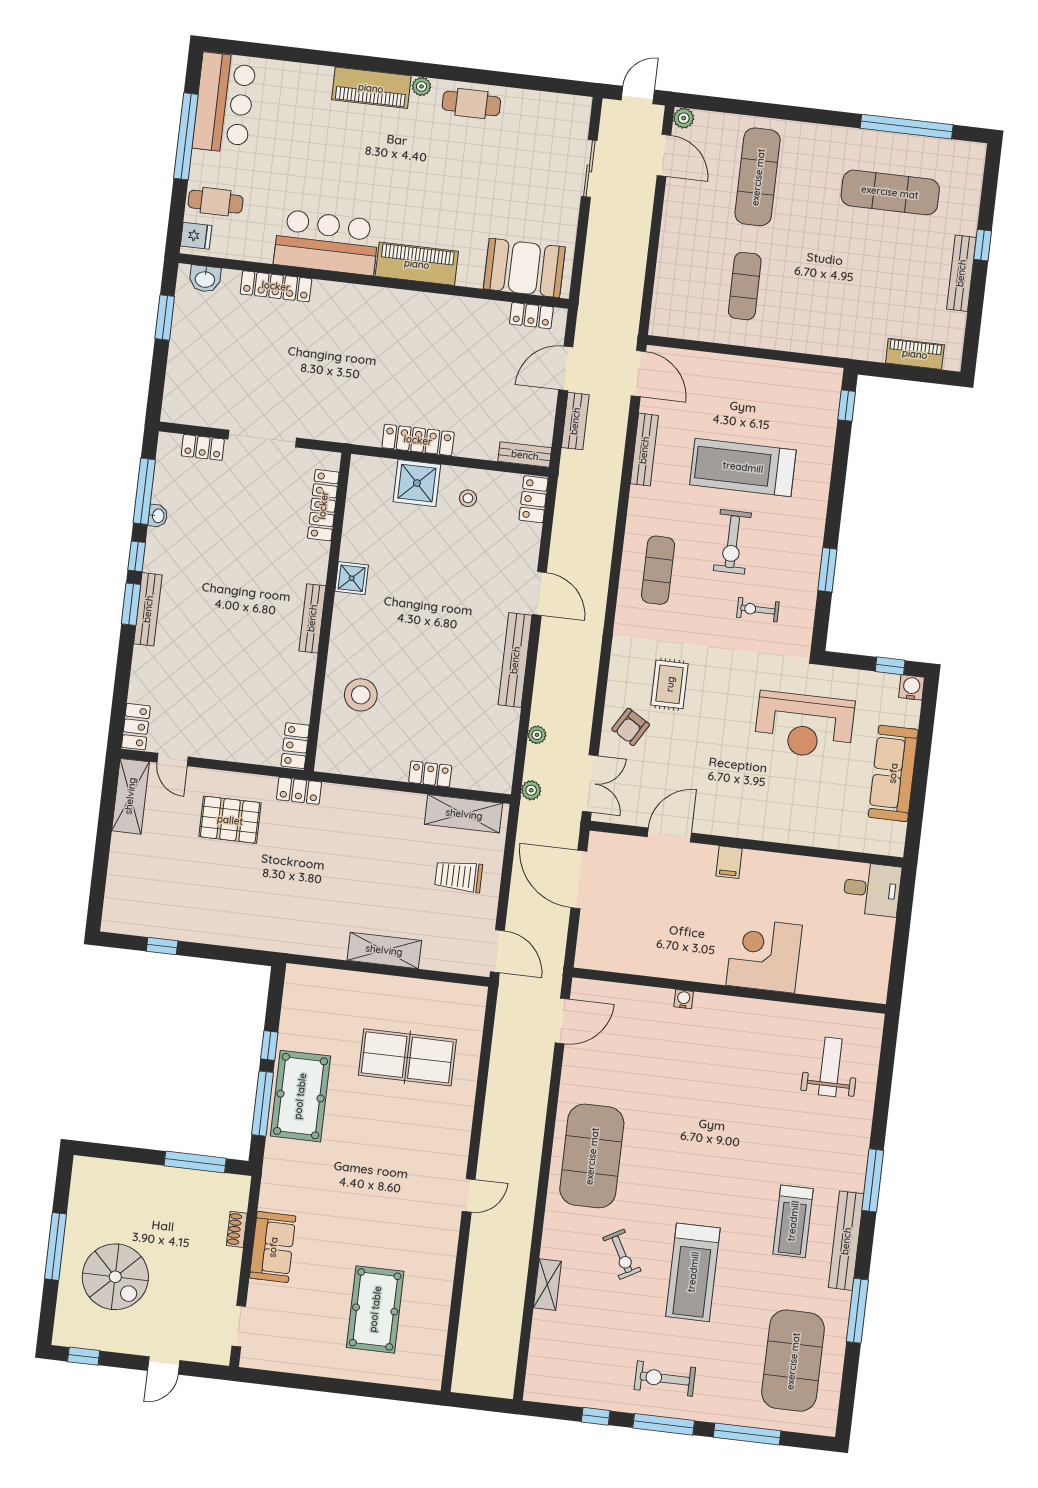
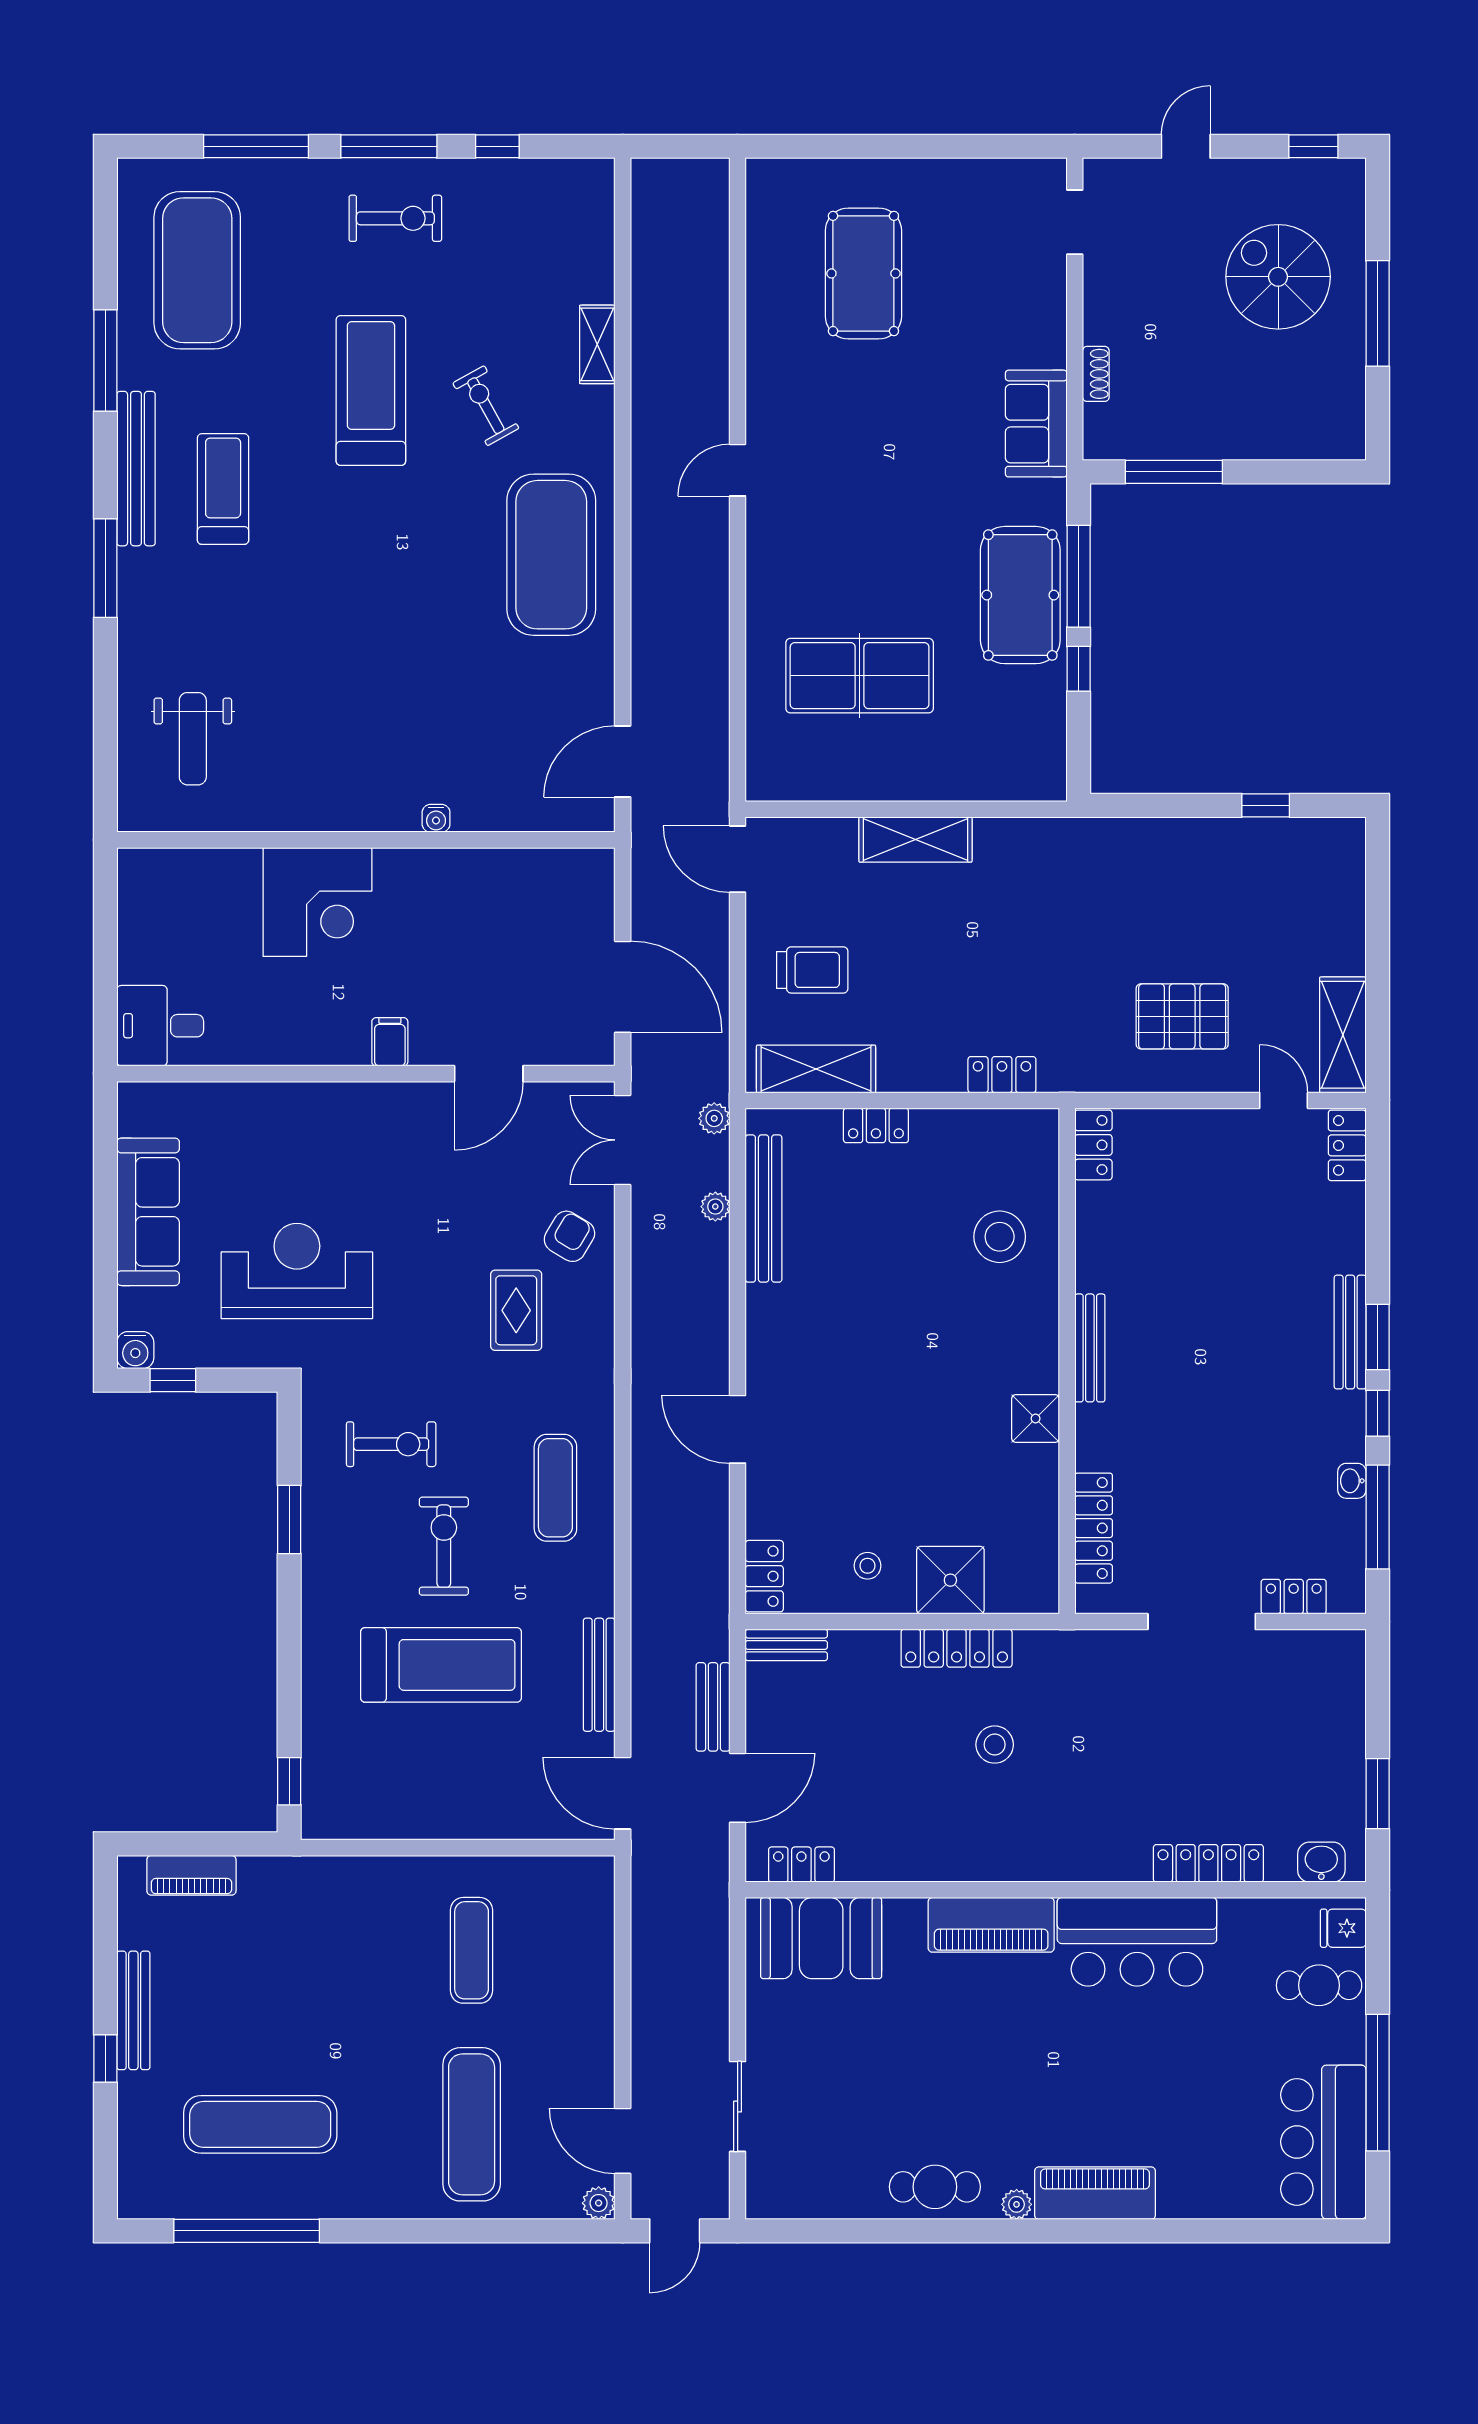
stool: (401, 377) -> (995, 1745), added
exercise bike: (758, 610) -> (391, 1444), width x1.38, depth x1.39
bench: (515, 660) -> (764, 1209), moved
locker: (299, 791) -> (1002, 1075), moved
sofa: (273, 1247) -> (1036, 424), moved

